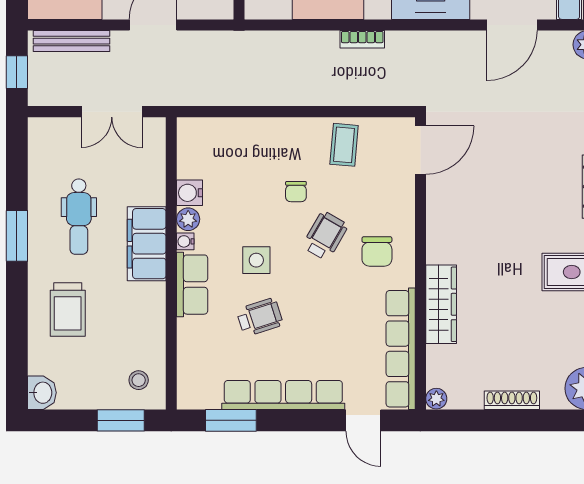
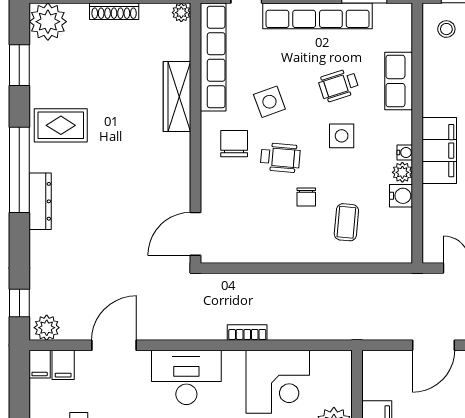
coffee table: (344, 145) -> (346, 222), moved
chair: (296, 192) -> (306, 197), turned 180
wheelchair: (325, 236) -> (280, 158), turned -115
row of seats: (192, 285) -> (399, 81), moved
side table: (337, 299) -> (269, 102), added

